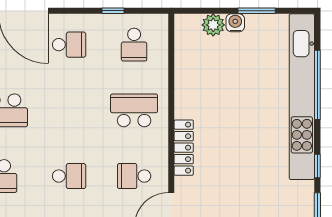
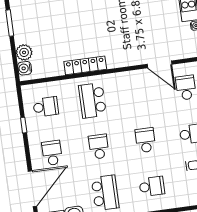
water cooler: (235, 23) -> (25, 68), moved
locker: (184, 148) -> (85, 65), moved
school desk: (134, 176) -> (99, 147), moved, turned 180

